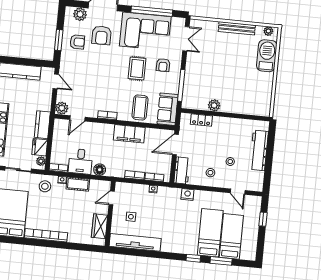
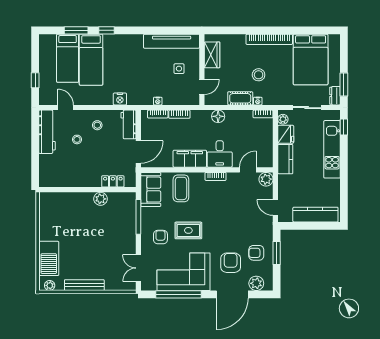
rug: (137, 69) -> (188, 230), turned 90
workbench: (259, 150) -> (47, 132), moved
desk: (80, 161) -> (220, 154), moved, turned 180
stool: (45, 186) -> (259, 75), moved

